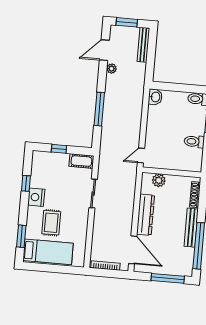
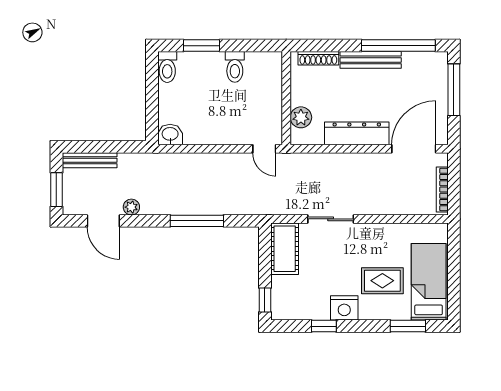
window: (59, 149) -> (265, 300), moved
cot: (81, 161) -> (285, 249), width x1.37, depth x1.34

